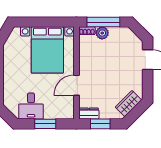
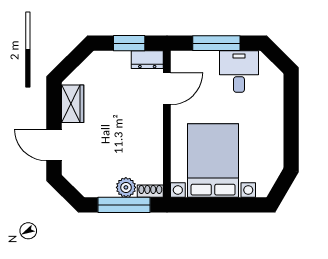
door: (76, 85) -> (167, 89), moved
wardrobe: (128, 104) -> (73, 104), moved, turned -45
window: (45, 124) -> (216, 43), width x1.44

